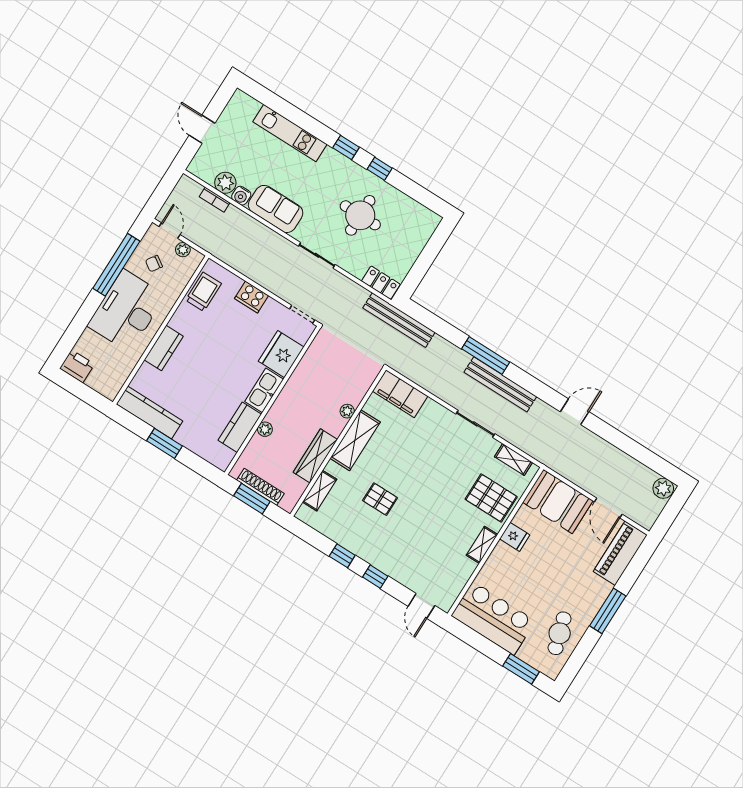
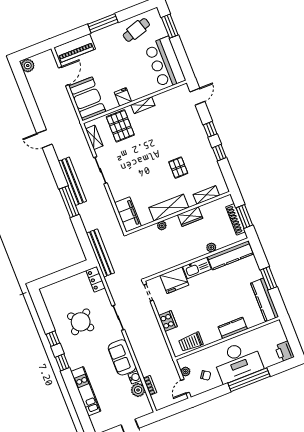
round table: (360, 215) -> (81, 322), turned -38
window: (116, 265) -> (249, 380), moved
kitchen counter: (240, 427) -> (230, 255), width x1.50
wardrobe: (315, 456) -> (190, 217), width x0.67

